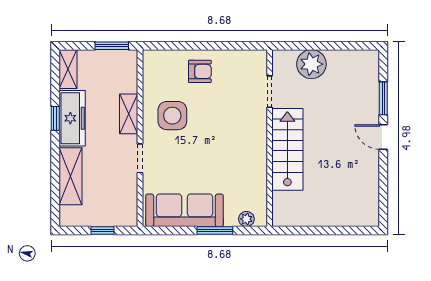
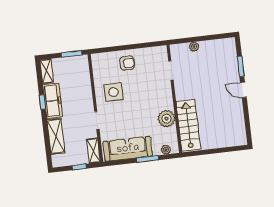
plant: (311, 64) -> (194, 47), width x0.53, depth x0.53
shelving: (129, 114) -> (93, 151), moved
stairs: (287, 149) -> (188, 125), moved
plant: (253, 169) -> (167, 119), added

